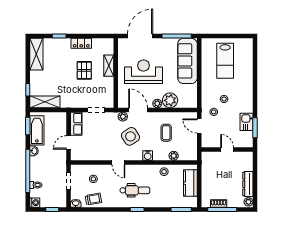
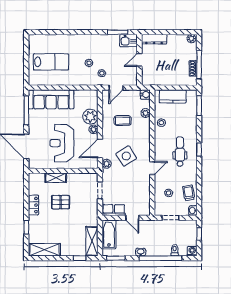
kitchen sink: (246, 122) -> (129, 41), moved
bathtub: (37, 130) -> (109, 234), moved, turned 90
water cooler: (148, 156) -> (145, 95), moved
dresser: (248, 184) -> (154, 39), moved

